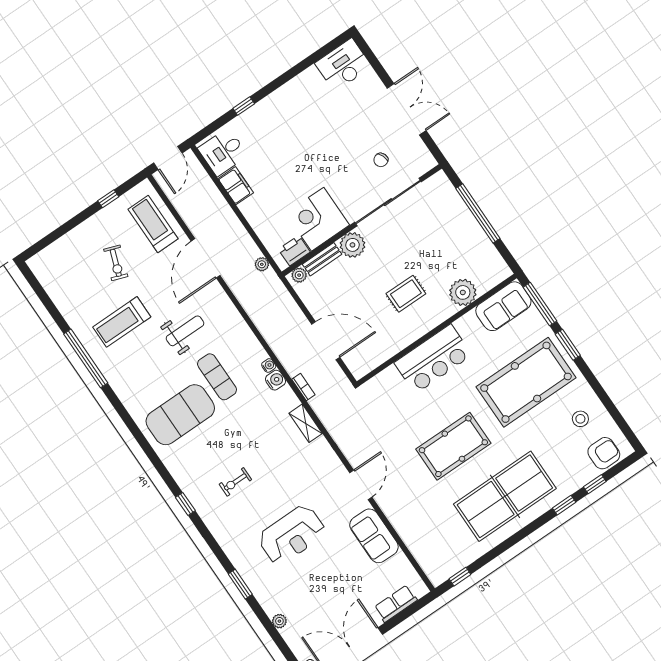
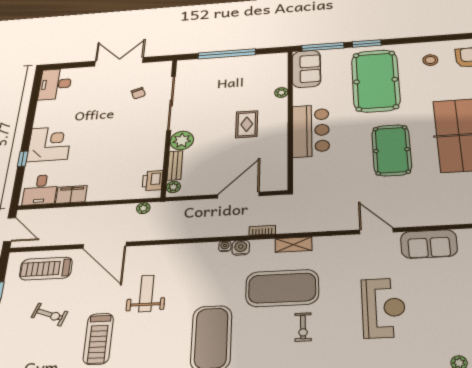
corner desk: (318, 219) -> (49, 144), moved, turned 180
plant: (463, 292) -> (281, 92), width x0.53, depth x0.53
exercise mat: (217, 377) -> (282, 288), moved, width x2.00, depth x1.45

